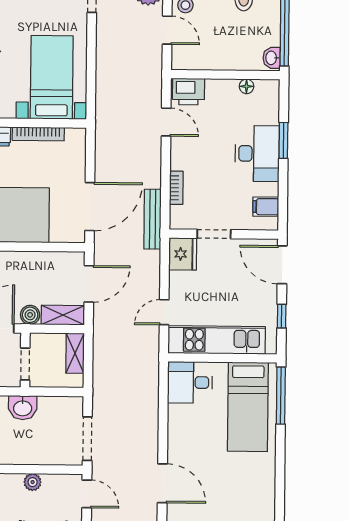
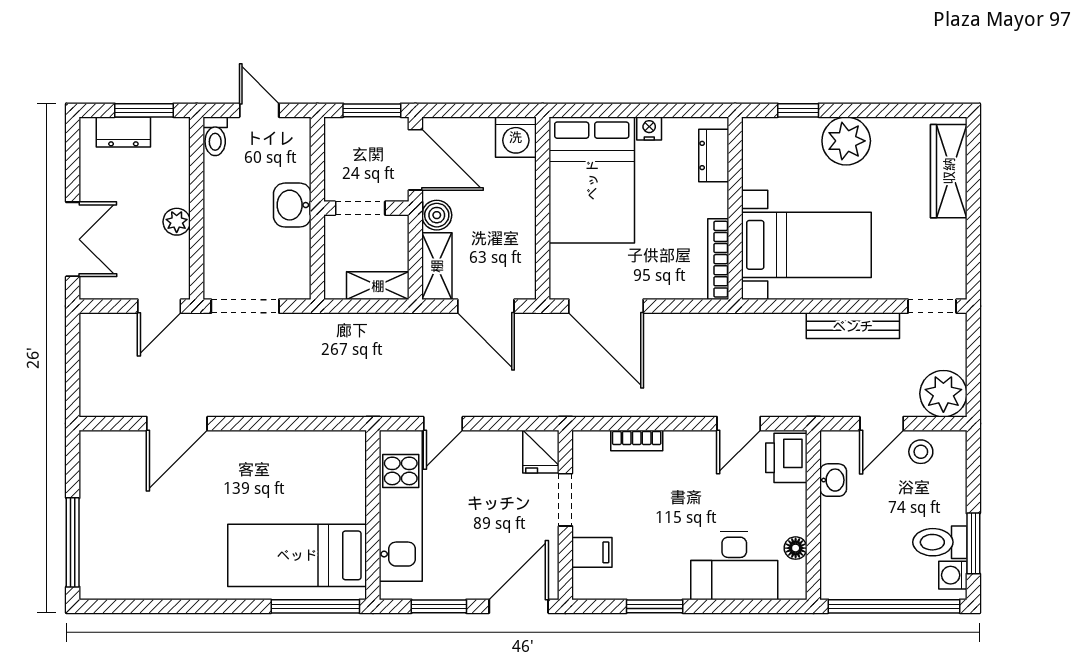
washbasin: (272, 58) -> (833, 480), moved, turned 90
bookcase: (38, 134) -> (718, 259), moved
window: (283, 140) -> (655, 606), moved
desk: (257, 153) -> (734, 566), moved
filing cabinet: (266, 207) -> (592, 552), moved, turned 90
bench: (153, 219) -> (853, 326), moved
fridge: (183, 254) -> (541, 452), width x0.72
door: (164, 312) -> (443, 424), swing flipped
window: (282, 316) -> (439, 606), width x1.50
desk: (190, 382) -> (334, 465), removed

